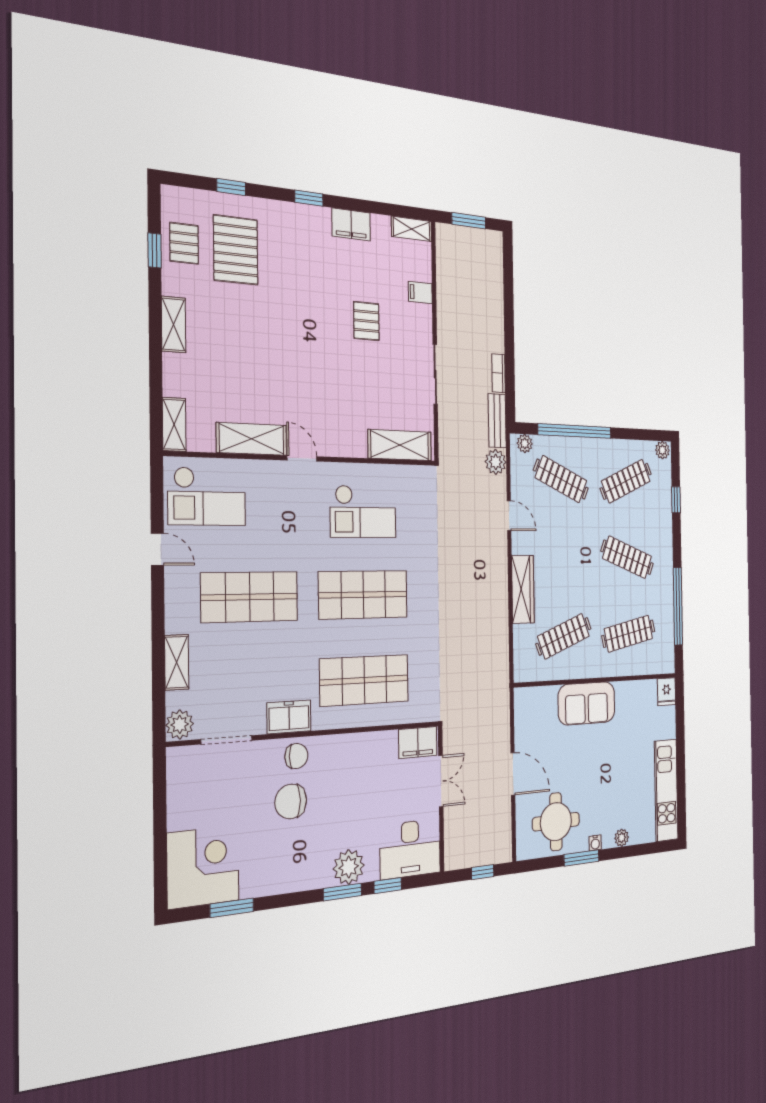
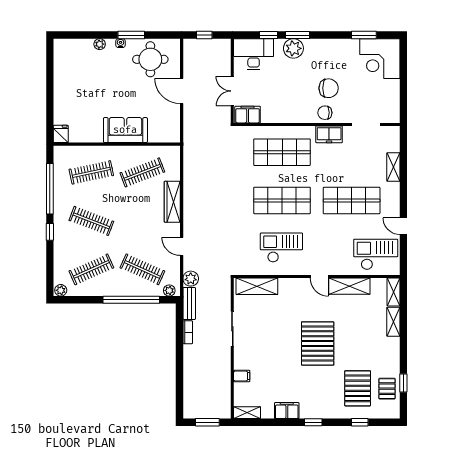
pallet: (366, 321) -> (318, 343), moved, width x2.05, depth x2.00
shelving: (174, 325) -> (393, 322), moved
window: (676, 500) -> (50, 232), moved
plant: (180, 724) -> (392, 134), removed
kitchen unit: (666, 790) -> (63, 71), removed

